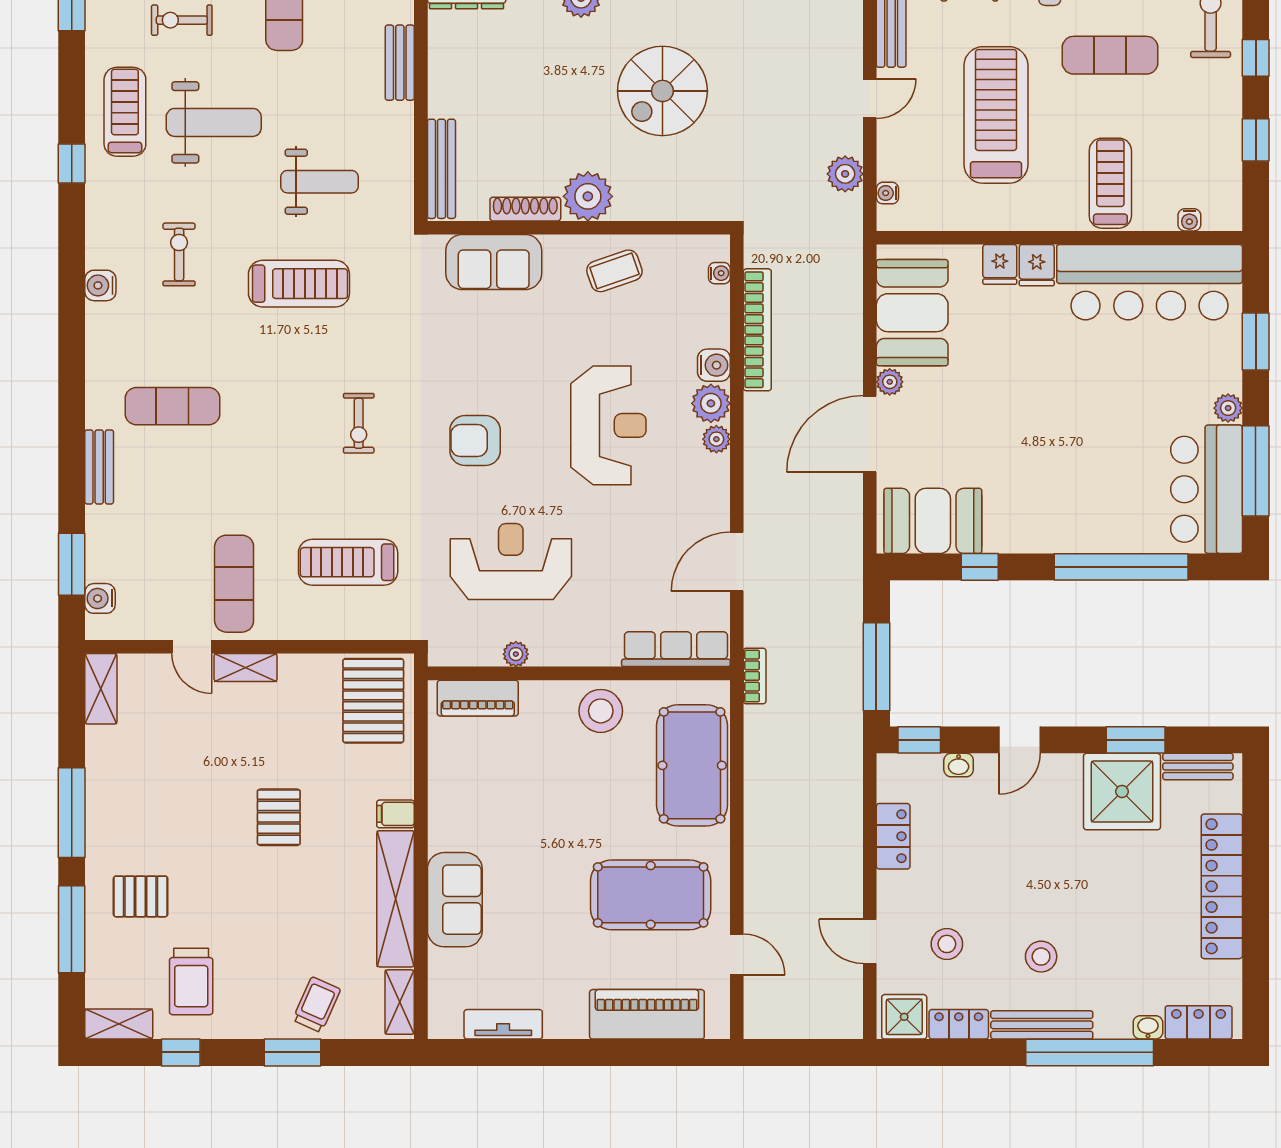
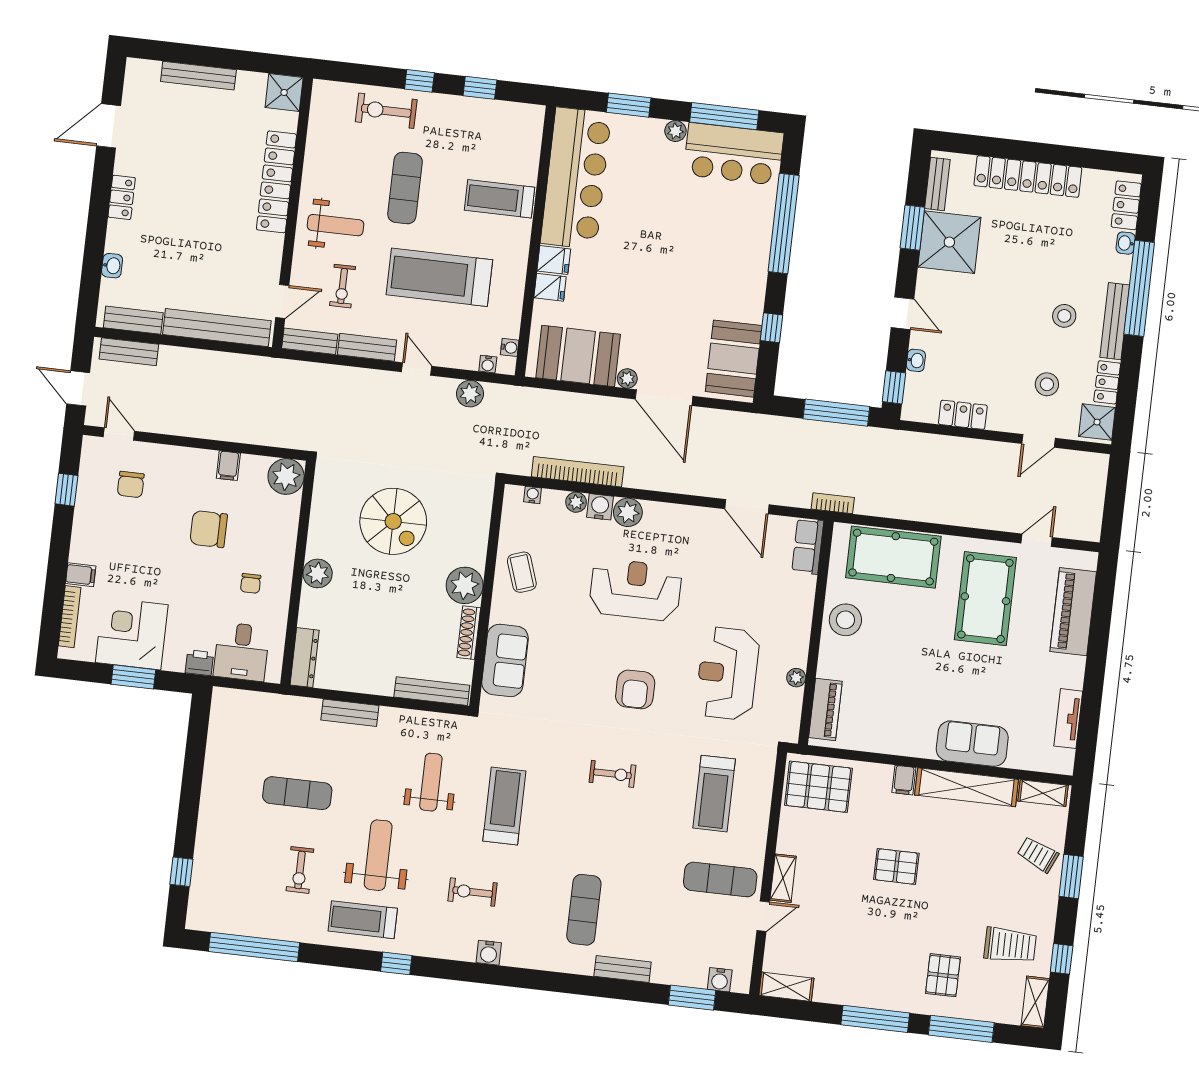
water cooler: (1189, 220) -> (510, 347), moved
plant: (716, 439) -> (576, 502), moved
row of seats: (676, 649) -> (808, 546), width x0.68

